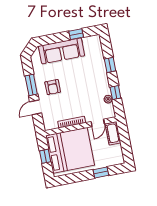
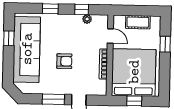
sofa: (62, 51) -> (27, 49), width x1.36, depth x1.27
armchair: (53, 87) -> (64, 61), moved
cot: (113, 133) -> (138, 22), moved

